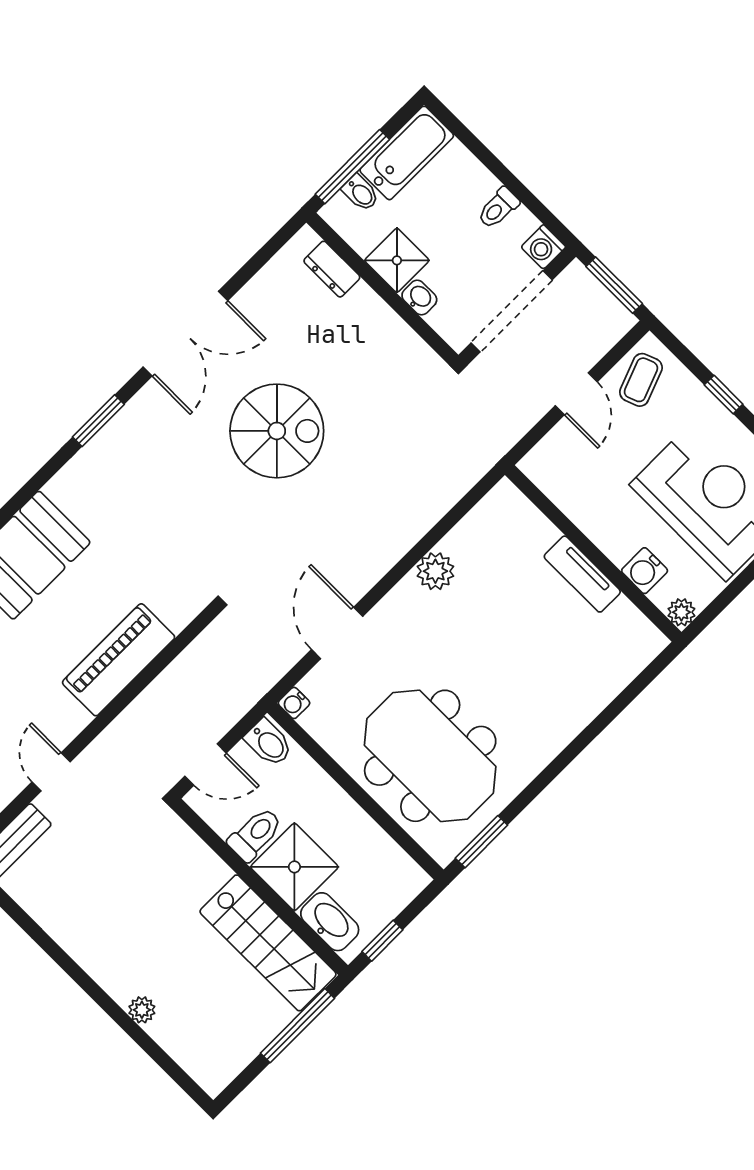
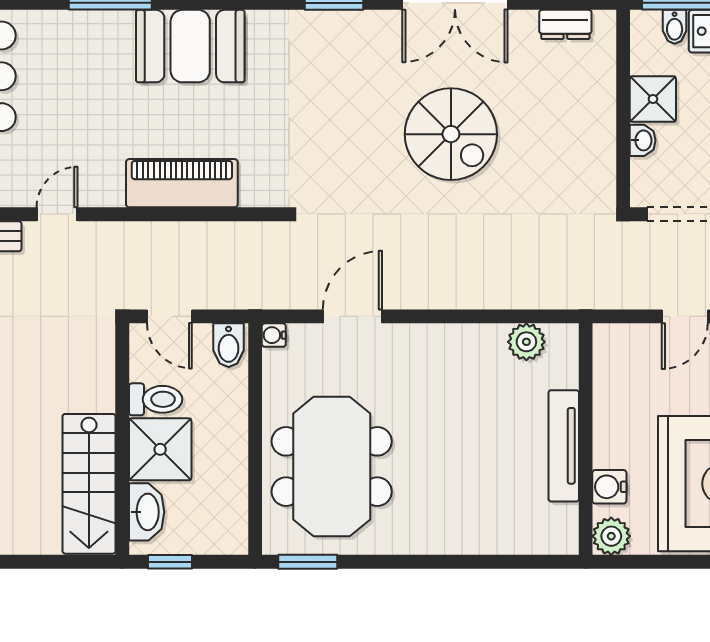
dresser: (332, 269) -> (565, 24), moved, turned -90
plant: (435, 571) -> (526, 342), moved
tv unit: (582, 574) -> (564, 446), width x1.41
plant: (681, 612) -> (611, 536), width x1.38, depth x1.38
window: (297, 1026) -> (52, 562), removed

